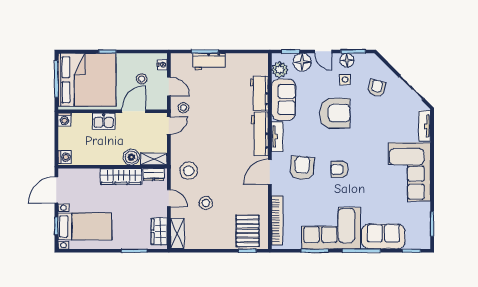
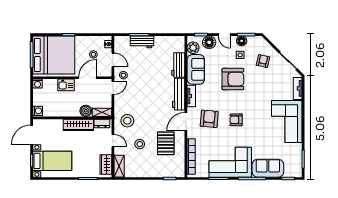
pallet: (248, 231) -> (166, 143), moved

